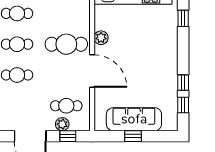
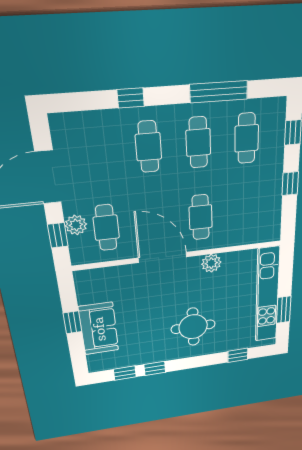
cafe table: (66, 44) -> (201, 217), width x0.73, depth x0.74
round table: (151, 52) -> (193, 327), added
door: (92, 71) -> (163, 257), swing flipped
sofa: (134, 119) -> (99, 329), width x0.73

